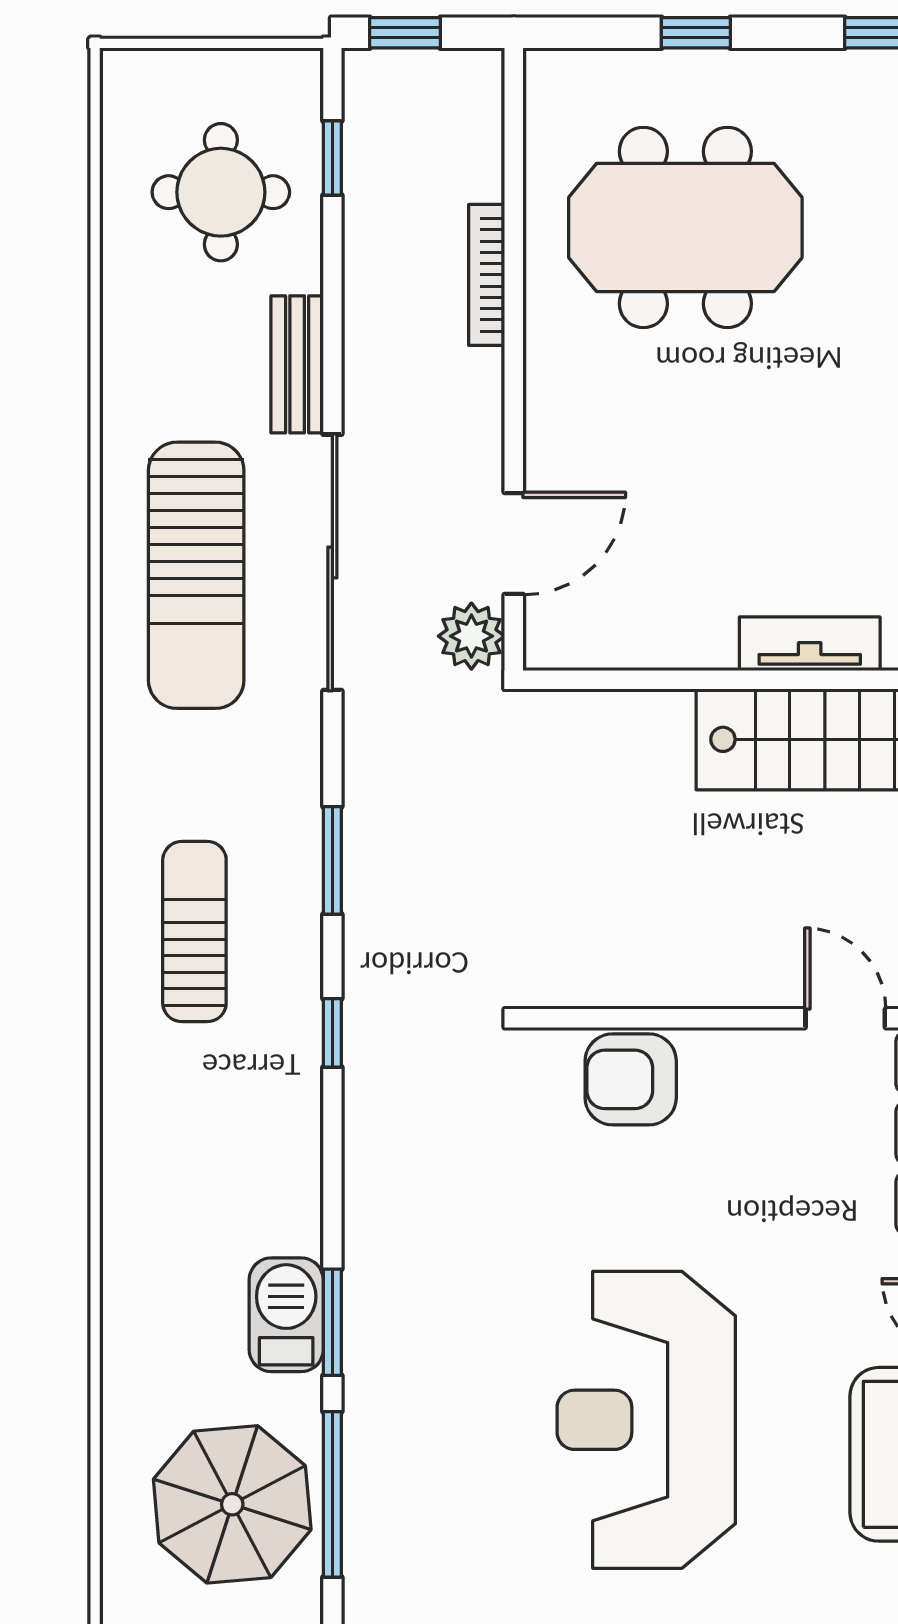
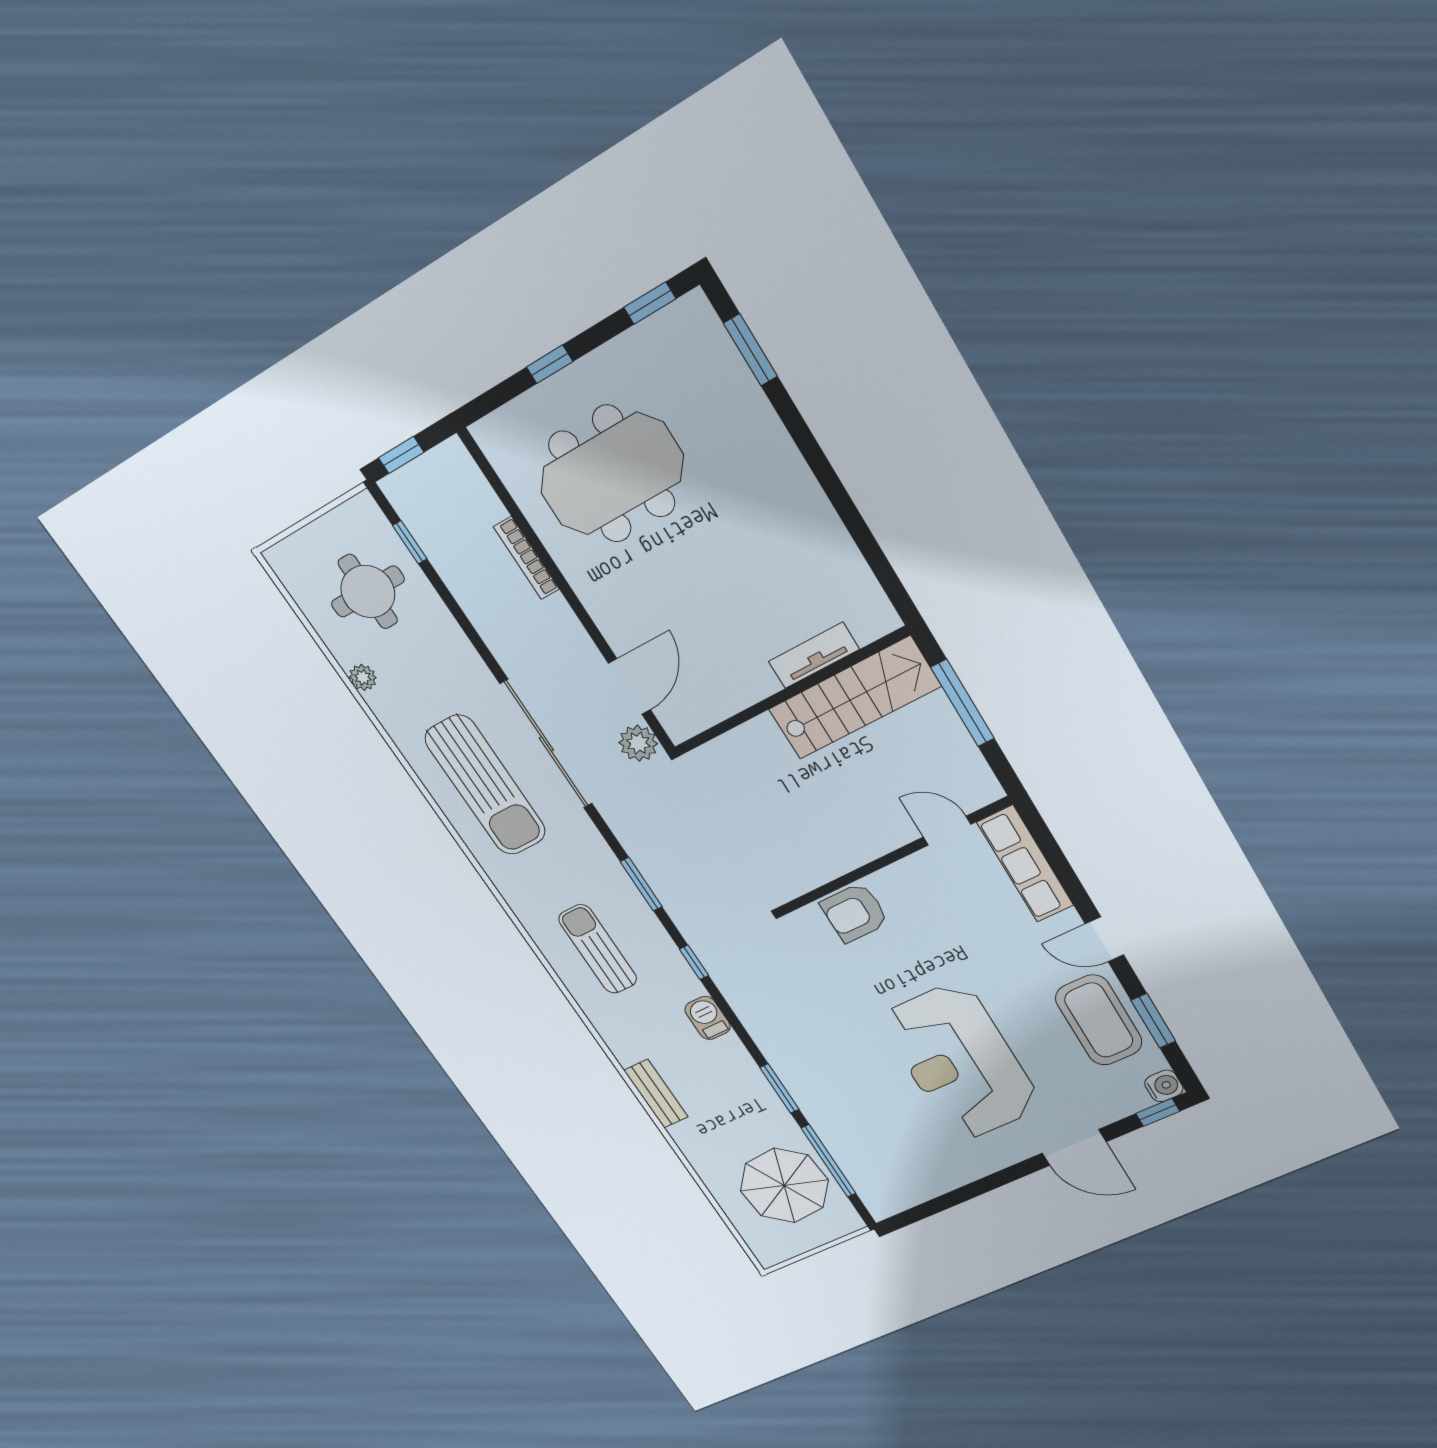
plant: (123, 311) -> (363, 677), added
bench: (297, 364) -> (656, 1094), moved
barbecue: (286, 1315) -> (708, 1018), moved, width x0.73, depth x0.79

